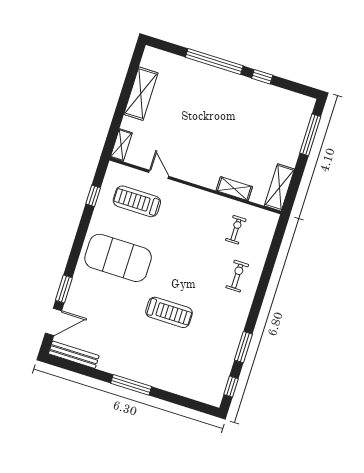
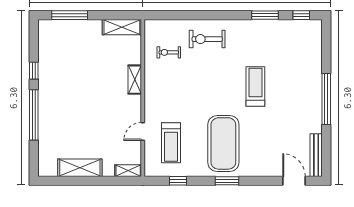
shelving: (234, 189) -> (135, 80), moved
exercise bike: (237, 276) -> (207, 39), width x1.38, depth x1.39
window: (64, 289) -> (227, 181), moved
window: (131, 385) -> (326, 99), width x1.46

